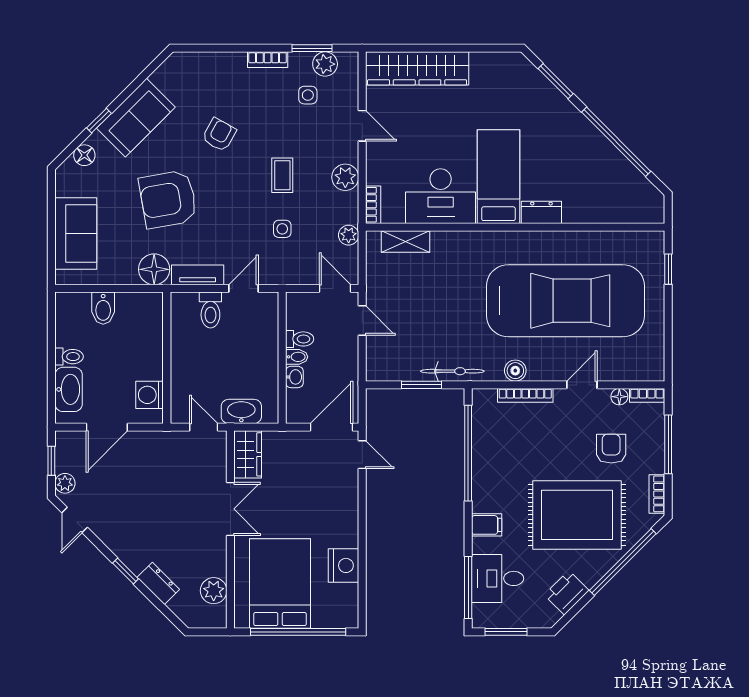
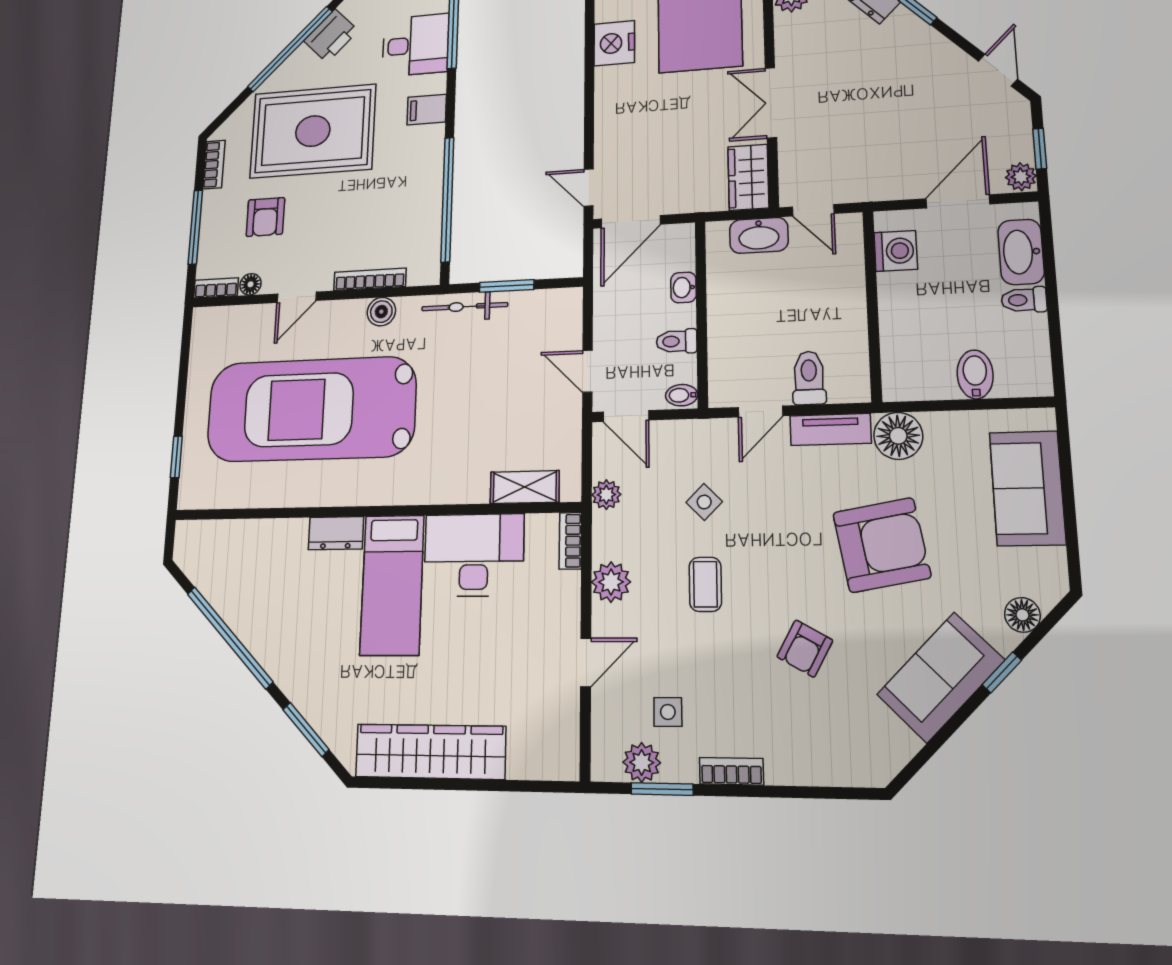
wardrobe: (417, 68) -> (430, 752), moved
door: (362, 126) -> (586, 662), swing flipped
side table: (282, 229) -> (704, 502), turned 45
bidet: (297, 357) -> (682, 395), moved
plant: (65, 483) -> (1021, 177), moved
window: (623, 562) -> (290, 49), moved

